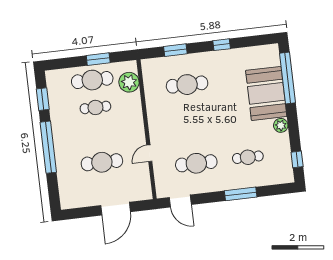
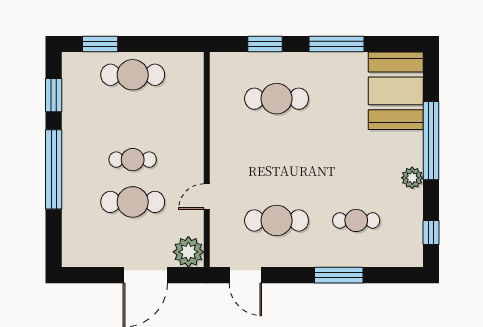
window: (222, 45) -> (336, 44), width x2.17
window: (98, 59) -> (100, 44), moved
window: (287, 78) -> (431, 141), moved
plant: (129, 82) -> (188, 252), moved
booth: (266, 93) -> (396, 91), moved
cafe table: (95, 107) -> (133, 160), moved

